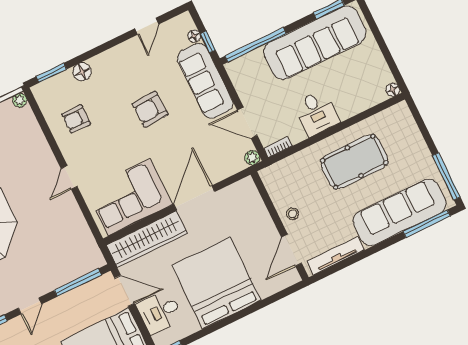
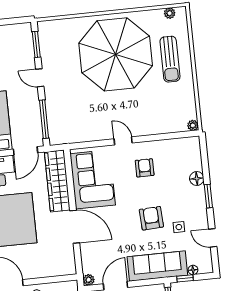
side table: (149, 72) -> (179, 227), added
window: (51, 73) -> (208, 196), moved
armchair: (76, 119) -> (145, 168), moved

